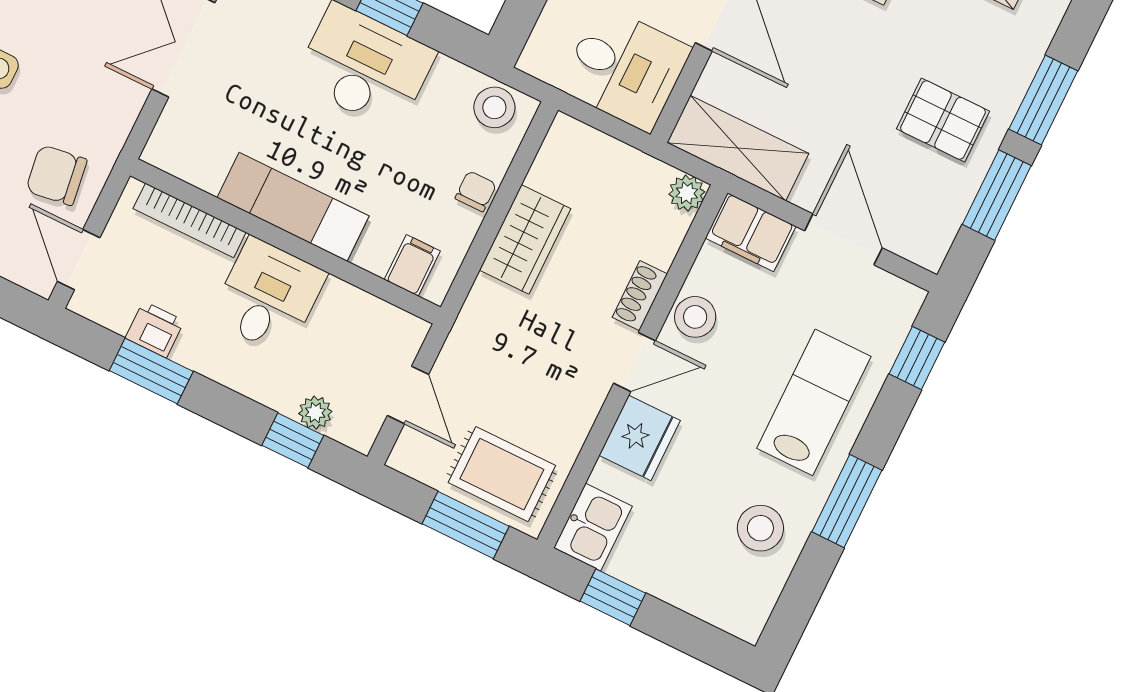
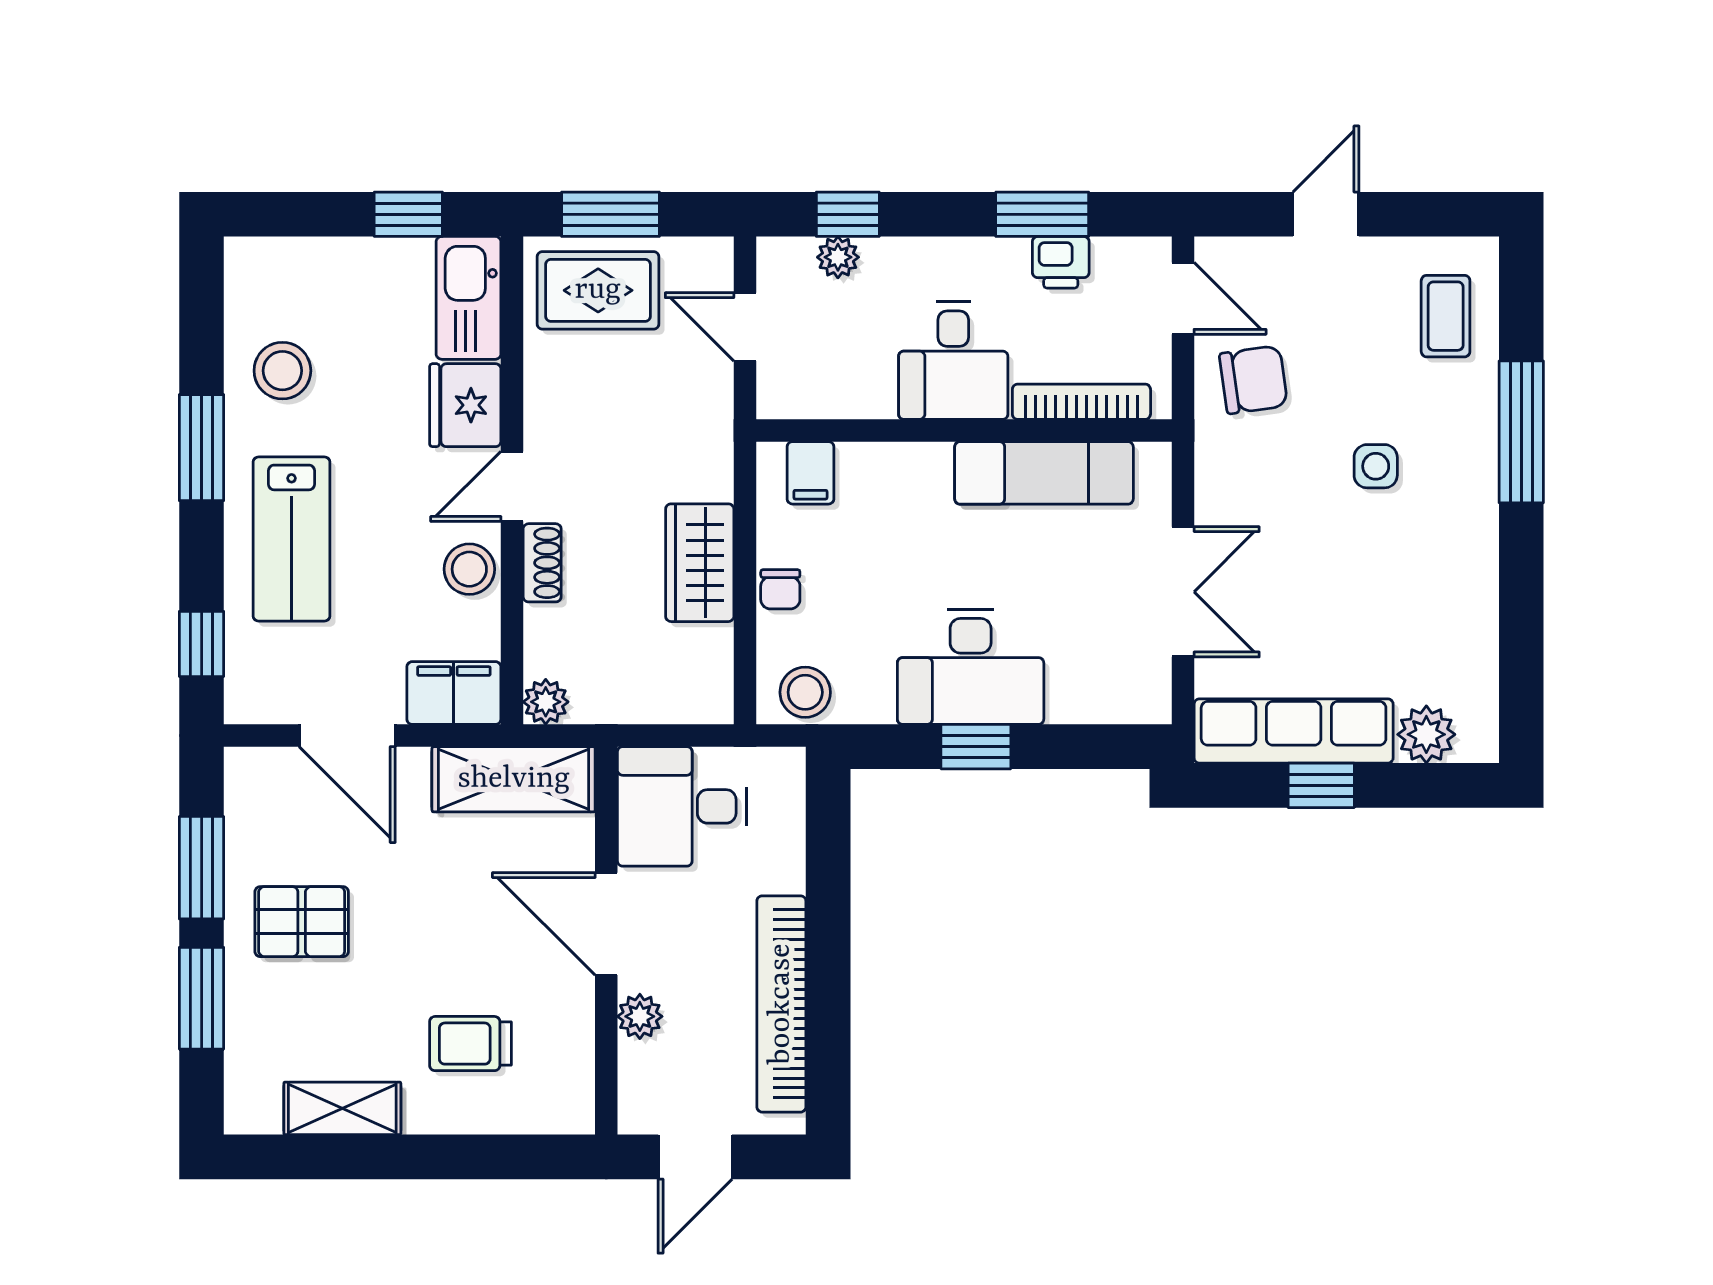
exam couch: (293, 207) -> (1044, 473), moved
kitchen sink: (593, 527) -> (469, 298), width x1.38

